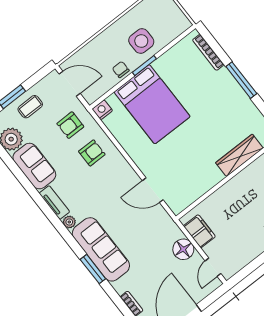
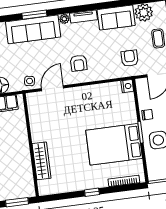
window: (241, 80) -> (92, 192), width x0.46
bed: (152, 104) -> (114, 144), moved
armchair: (92, 153) -> (79, 63), moved
side table: (160, 220) -> (30, 81), added
window: (93, 269) -> (34, 15), moved

